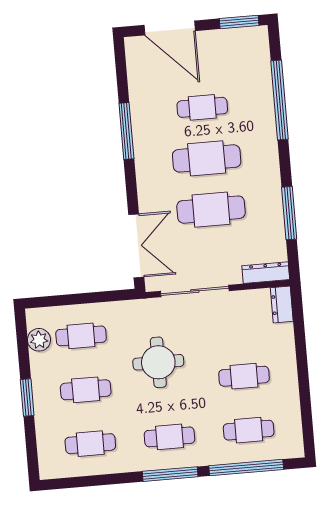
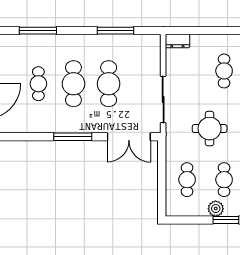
window: (279, 100) -> (38, 31), width x0.68
window: (126, 131) -> (73, 137), moved
double door: (136, 246) -> (129, 137), swing flipped
dresser: (266, 273) -> (155, 50), removed
plant: (39, 340) -> (216, 209), moved

